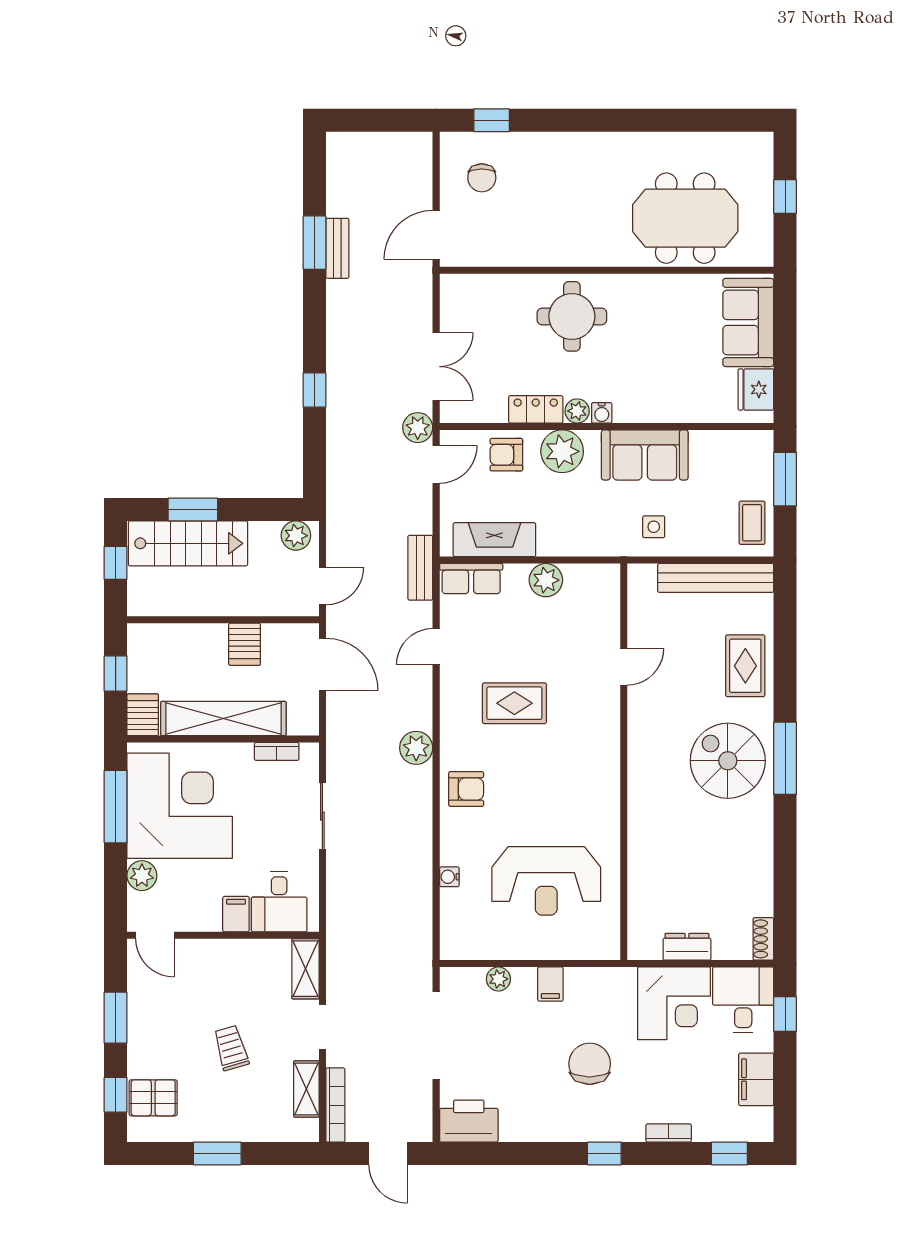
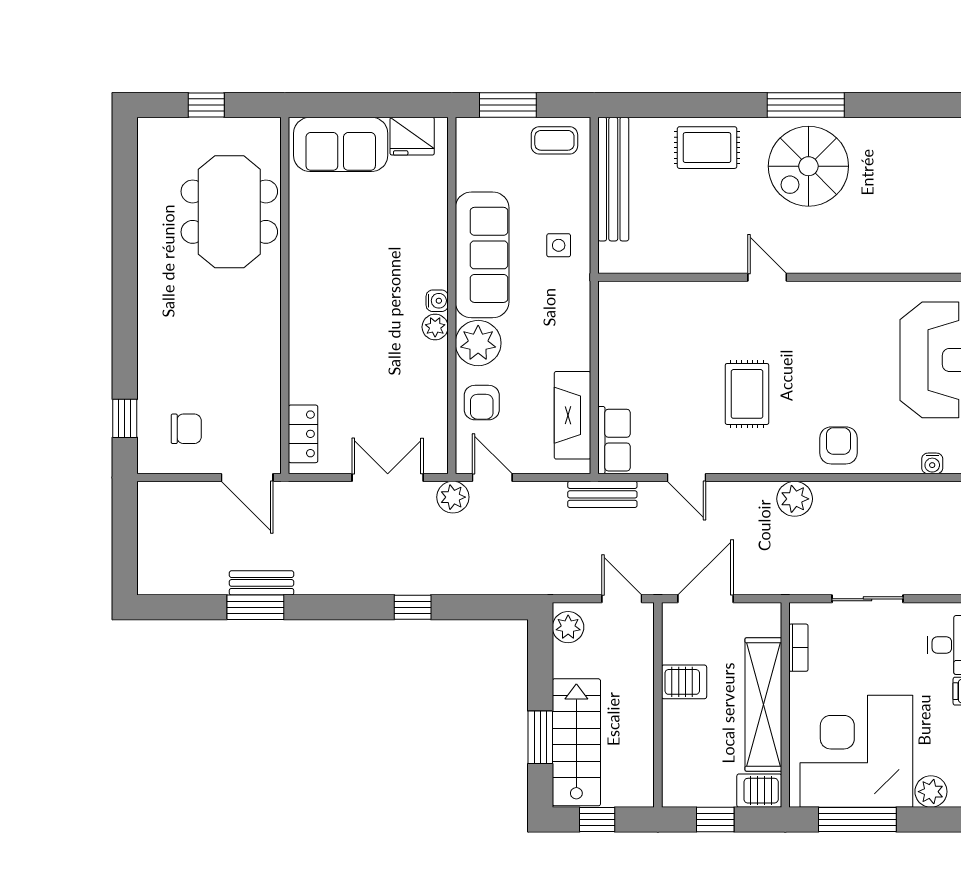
round table: (572, 316) -> (334, 333), removed
locker: (536, 409) -> (303, 434), moved, turned 180
sofa: (645, 455) -> (482, 255), width x1.36
plant: (546, 580) -> (616, 360), removed
door: (624, 667) -> (767, 277), moved

